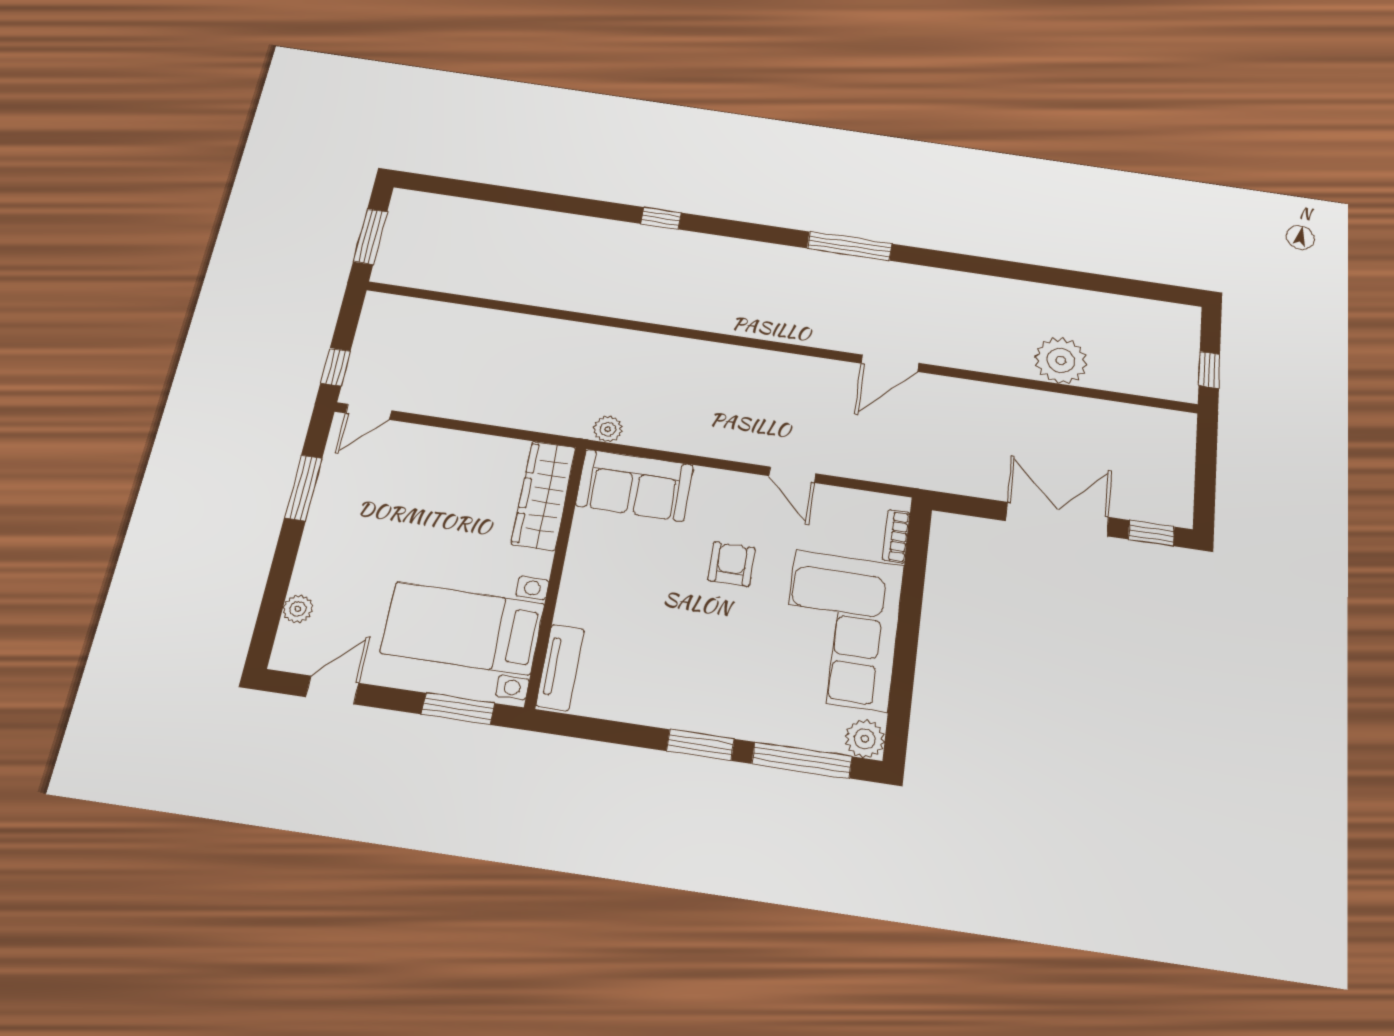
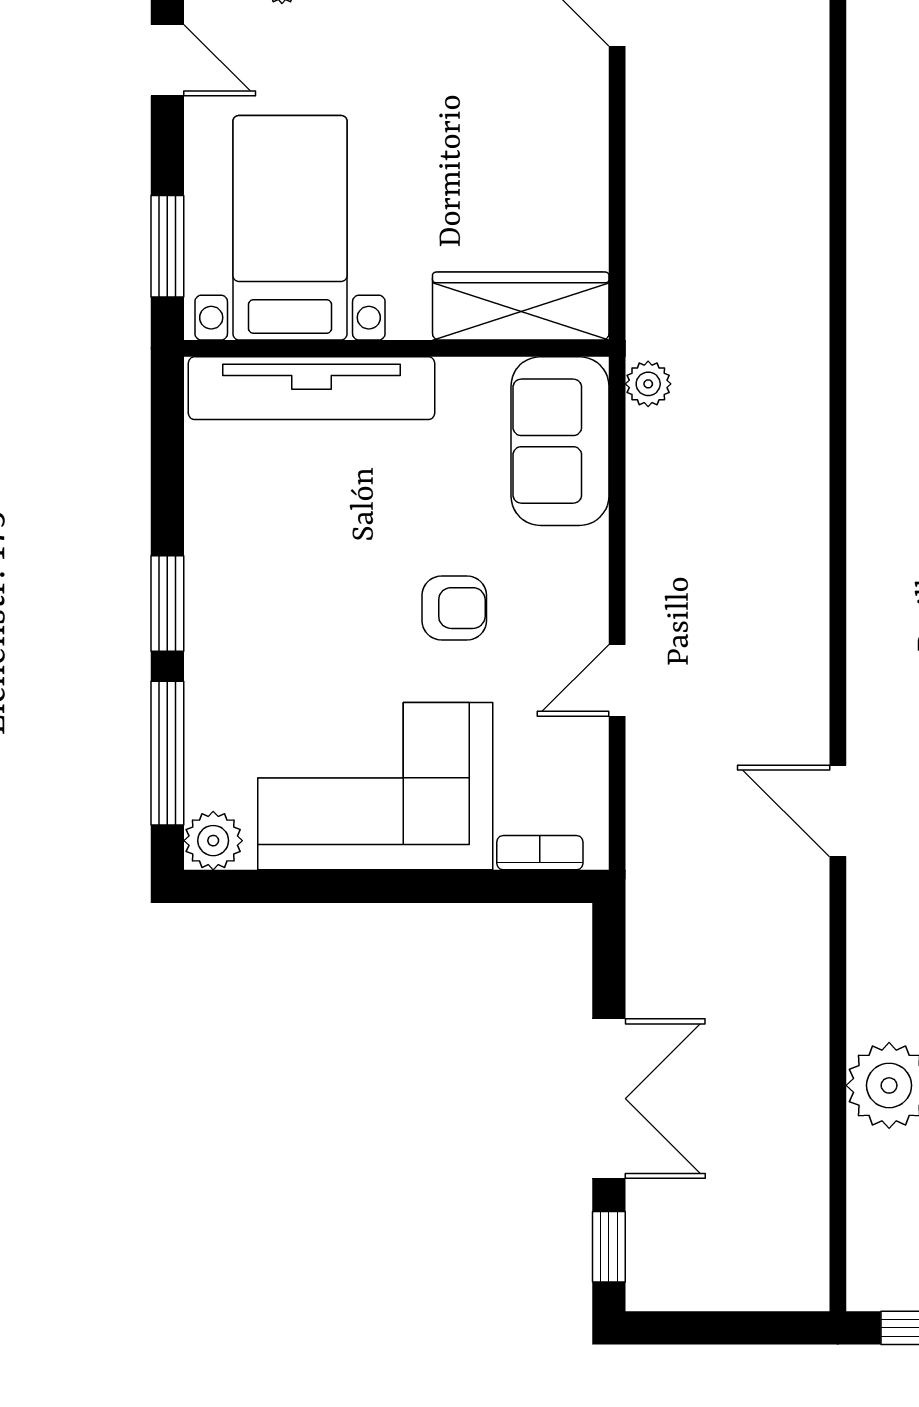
tv unit: (560, 667) -> (312, 388), width x1.92, depth x1.29

